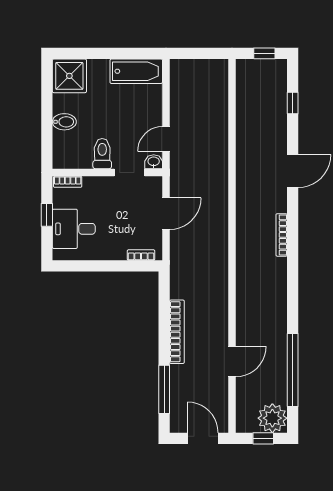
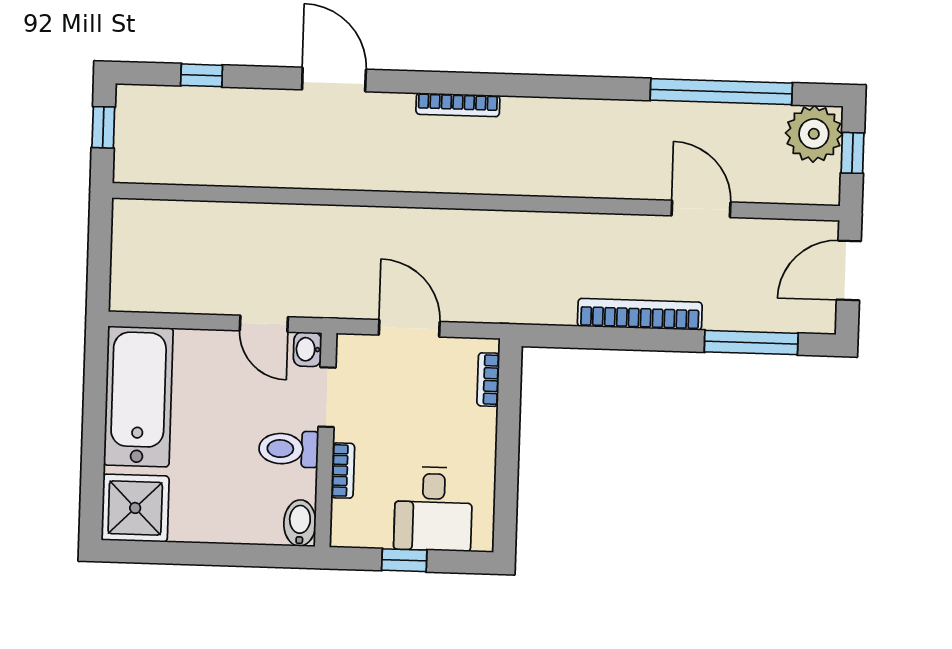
bathtub: (136, 71) -> (138, 396), width x1.36, depth x1.36
bidet: (64, 122) -> (300, 523), moved
bookcase: (68, 182) -> (343, 471), moved

